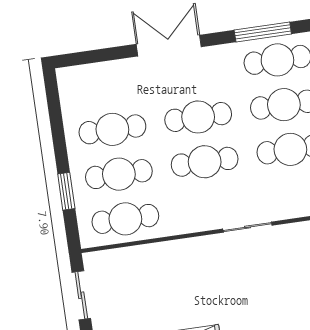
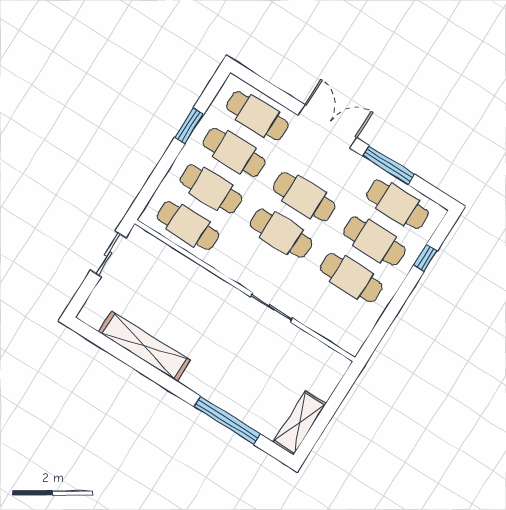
window: (263, 32) -> (389, 165), moved
cafe table: (106, 85) -> (257, 116), added
window: (66, 191) -> (189, 126), moved

